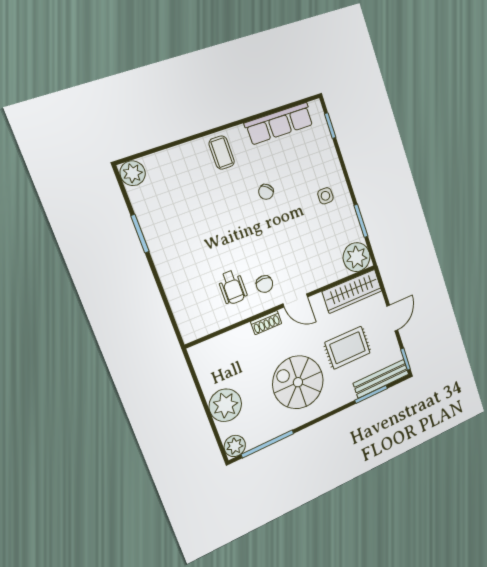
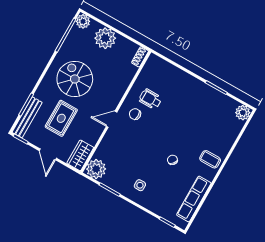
wardrobe: (352, 291) -> (80, 155), width x0.67
shoe rack: (266, 323) -> (140, 57), moved
spiral stairs: (298, 382) -> (75, 79), turned -90

